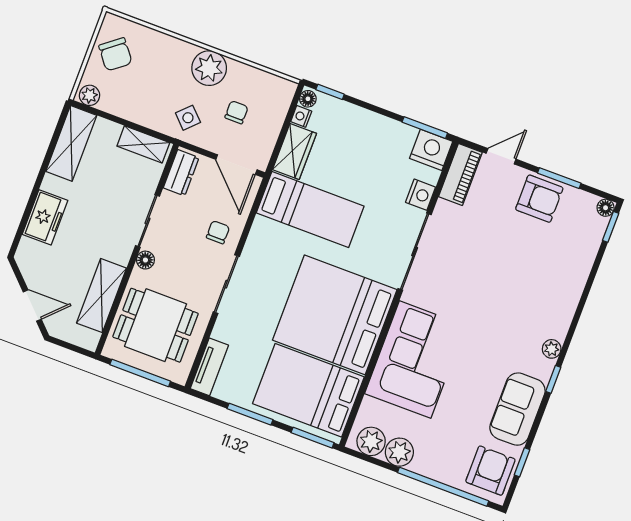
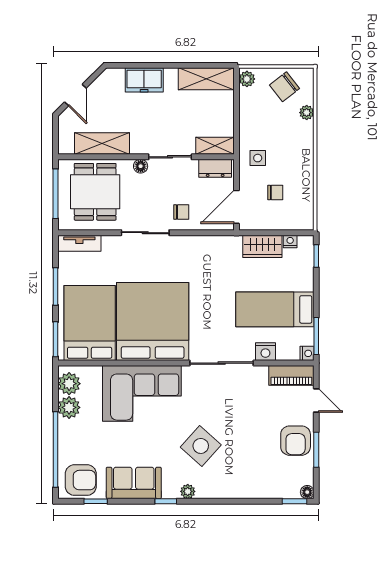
plant: (209, 68) -> (307, 113), moved, width x0.53, depth x0.53
floor lamp: (308, 99) -> (305, 242), removed
side table: (188, 118) -> (258, 158), turned 45
shelving: (143, 144) -> (215, 146), moved, turned 90
nightstand: (431, 150) -> (307, 353), width x0.53, depth x0.56
bed: (310, 210) -> (275, 309), moved, turned 90
side table: (503, 313) -> (201, 446), added

